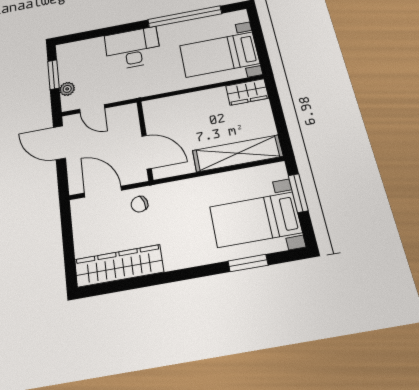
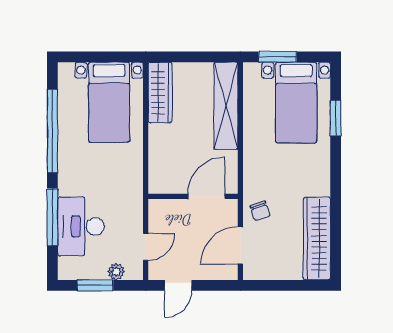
window: (110, 31) -> (52, 217), added
desk: (133, 48) -> (81, 226), moved
wardrobe: (247, 92) -> (160, 93), width x1.50
door: (59, 143) -> (178, 285), width x0.73

